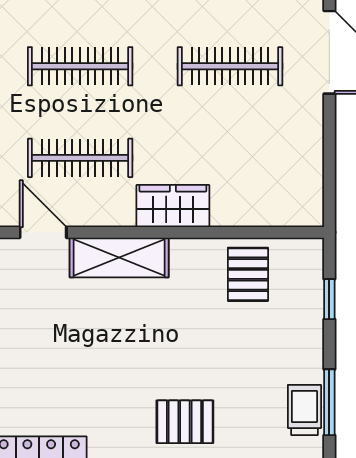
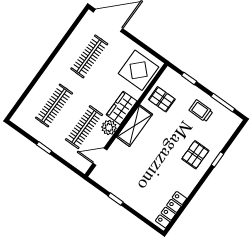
display table: (273, 186) -> (139, 70), added
plant: (115, 209) -> (109, 128), added
shelving: (119, 257) -> (135, 126), moved
trolley: (304, 410) -> (201, 111), moved

